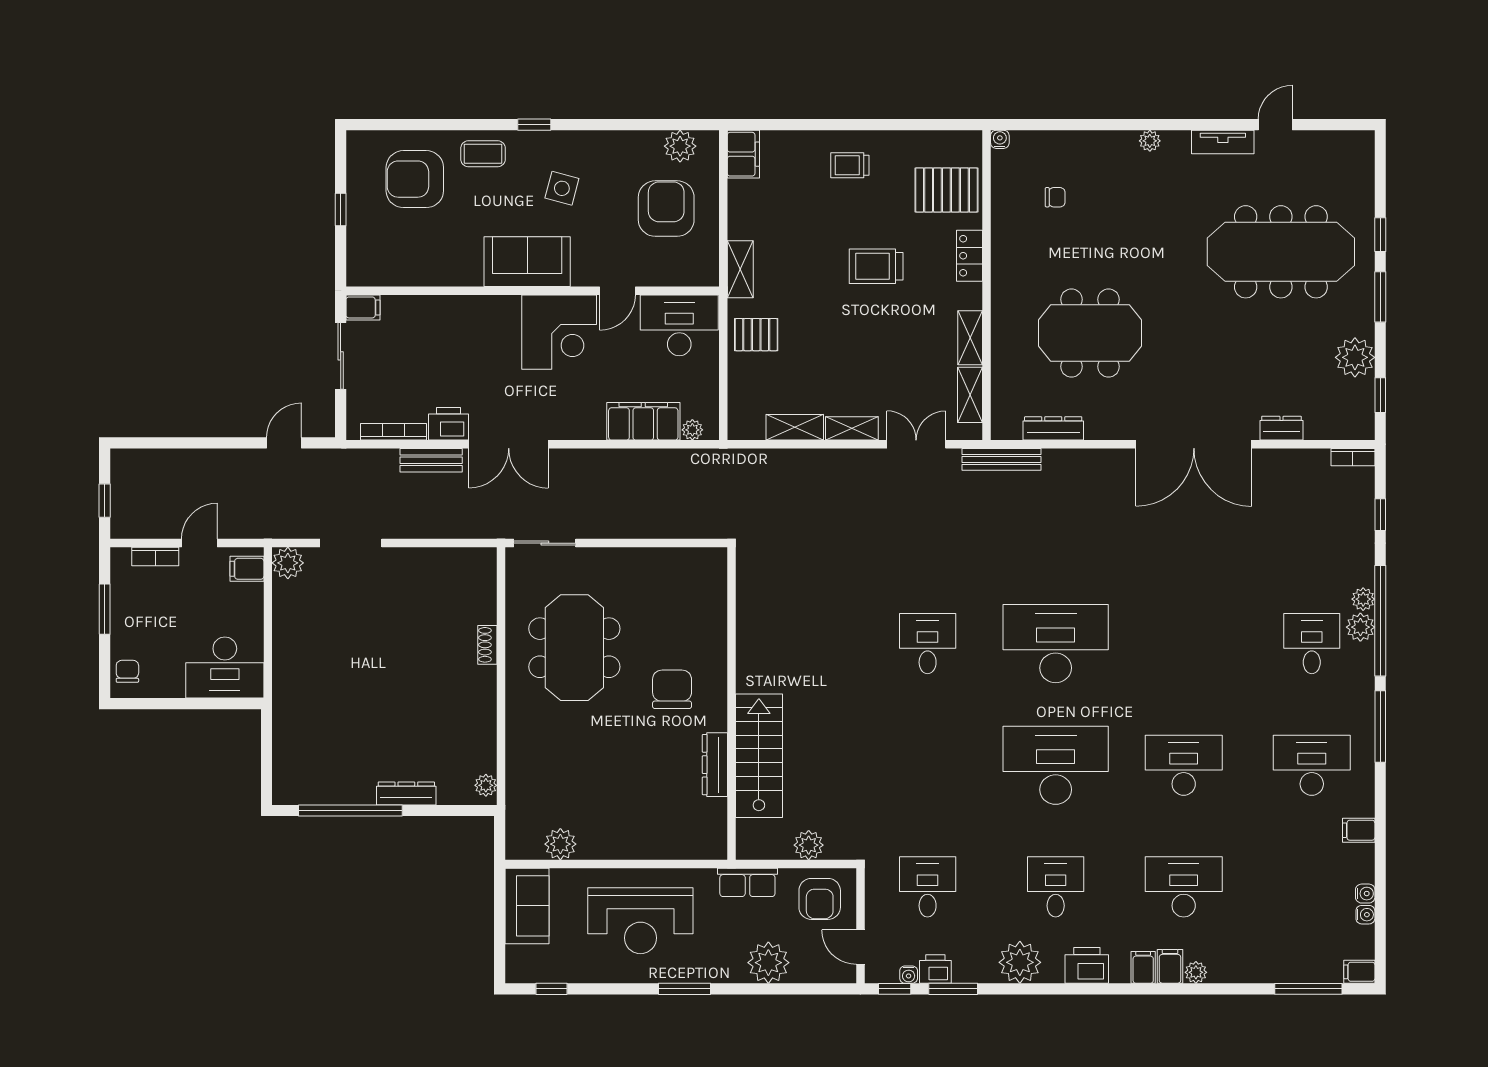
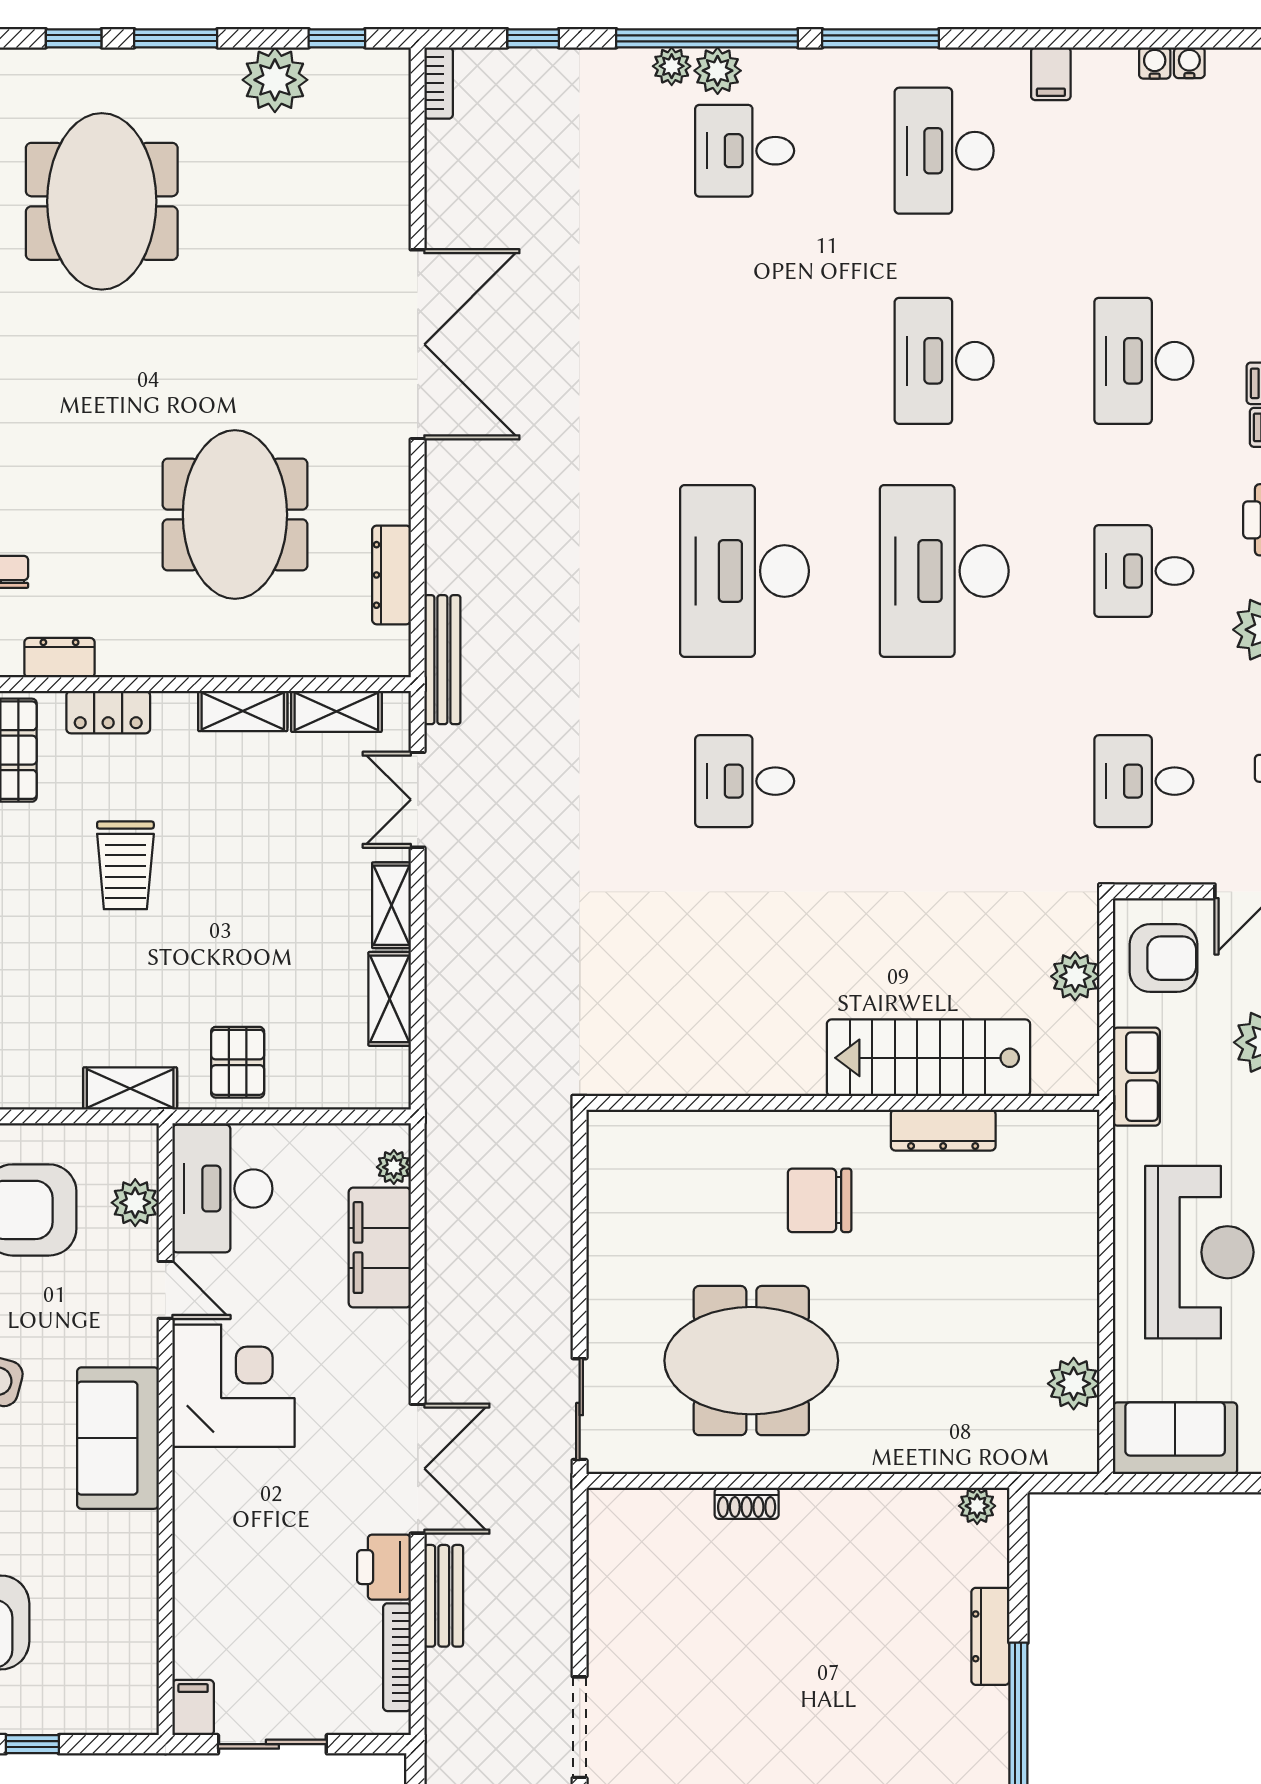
meeting table: (1281, 252) -> (102, 201), width x0.73
plant: (671, 272) -> (135, 1203), added
dresser: (1281, 428) -> (60, 658), moved, turned 90

